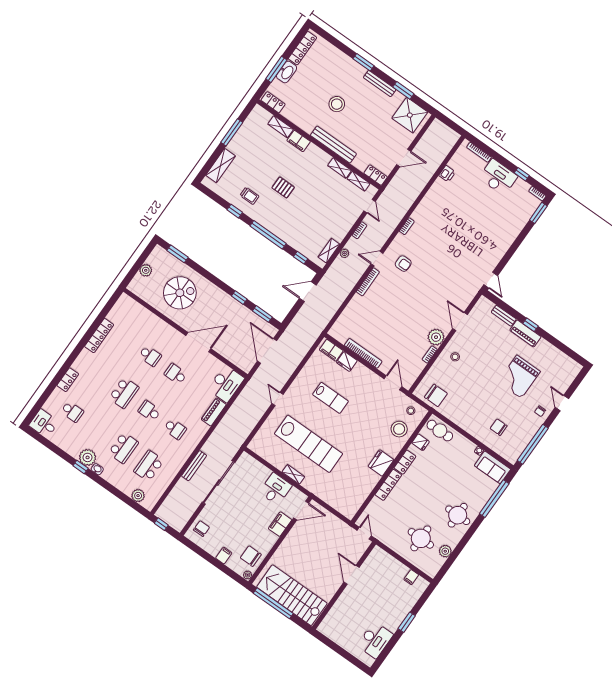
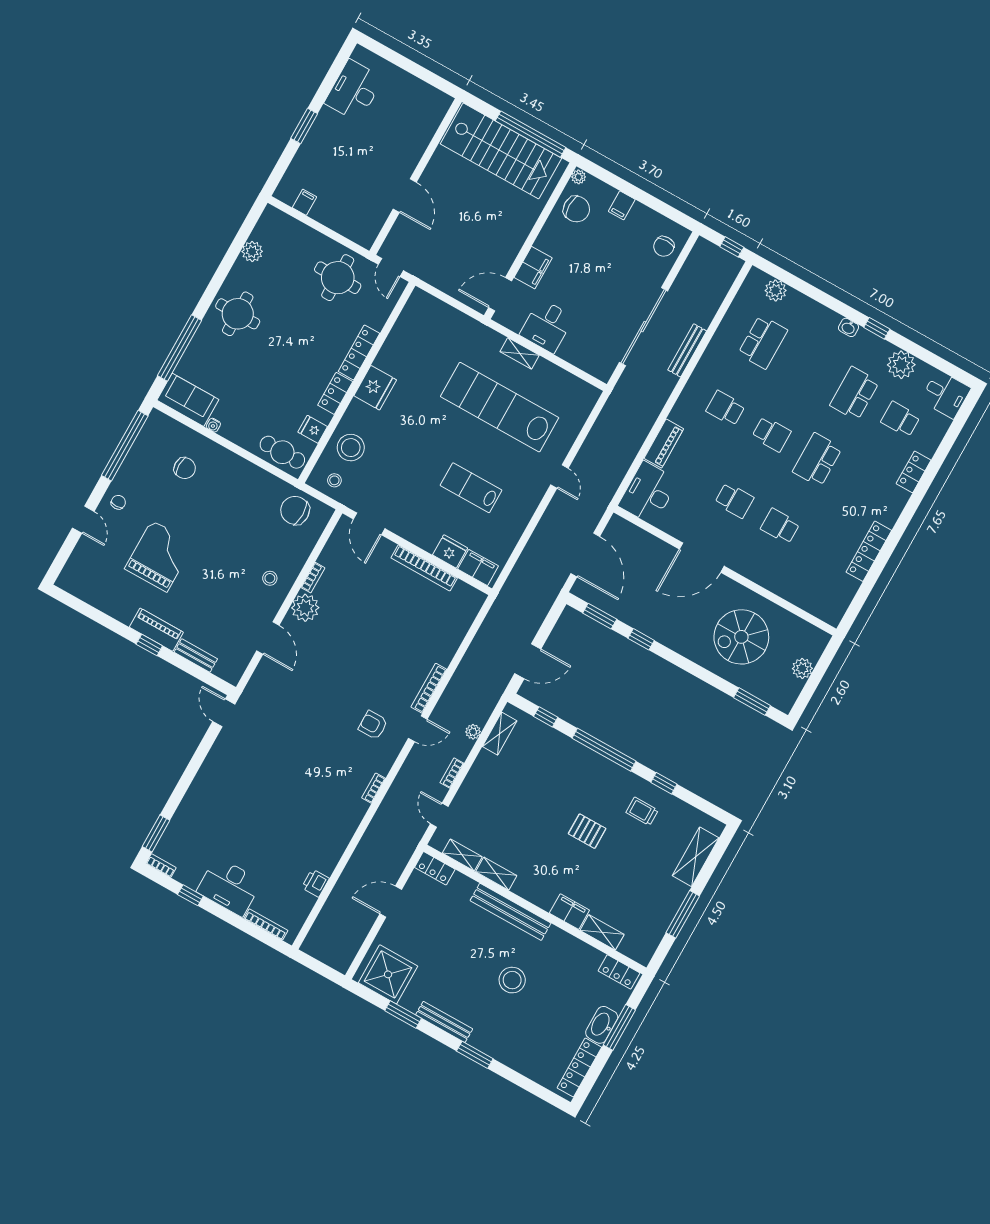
school desk: (123, 448) -> (855, 394), moved
plant: (88, 457) -> (901, 365), moved
round table: (421, 538) -> (338, 278), moved

